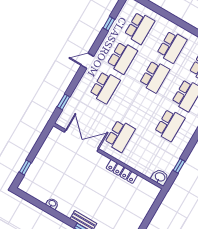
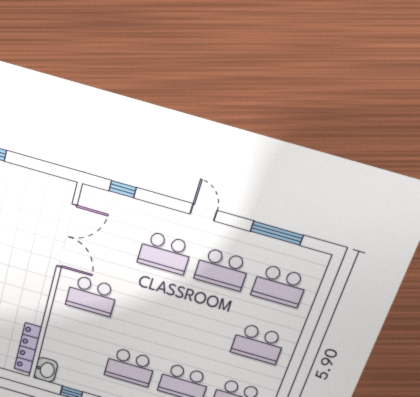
window: (109, 24) -> (277, 233), width x2.17
school desk: (155, 76) -> (202, 328), removed
locker: (122, 171) -> (28, 348), moved

